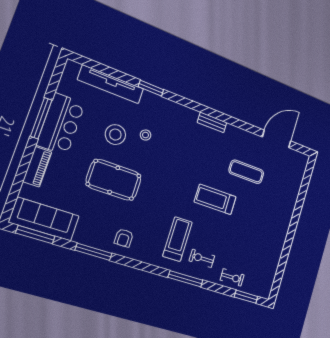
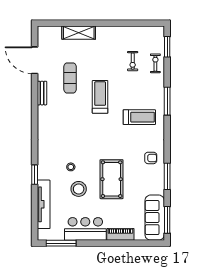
window: (41, 118) -> (61, 243), moved
bench: (212, 122) -> (42, 93), moved
treadmill: (215, 199) -> (100, 97), turned 180
shelving: (290, 199) -> (79, 33), added
treadmill: (178, 239) -> (139, 117), turned 180
exercise bike: (202, 258) -> (133, 61), moved

